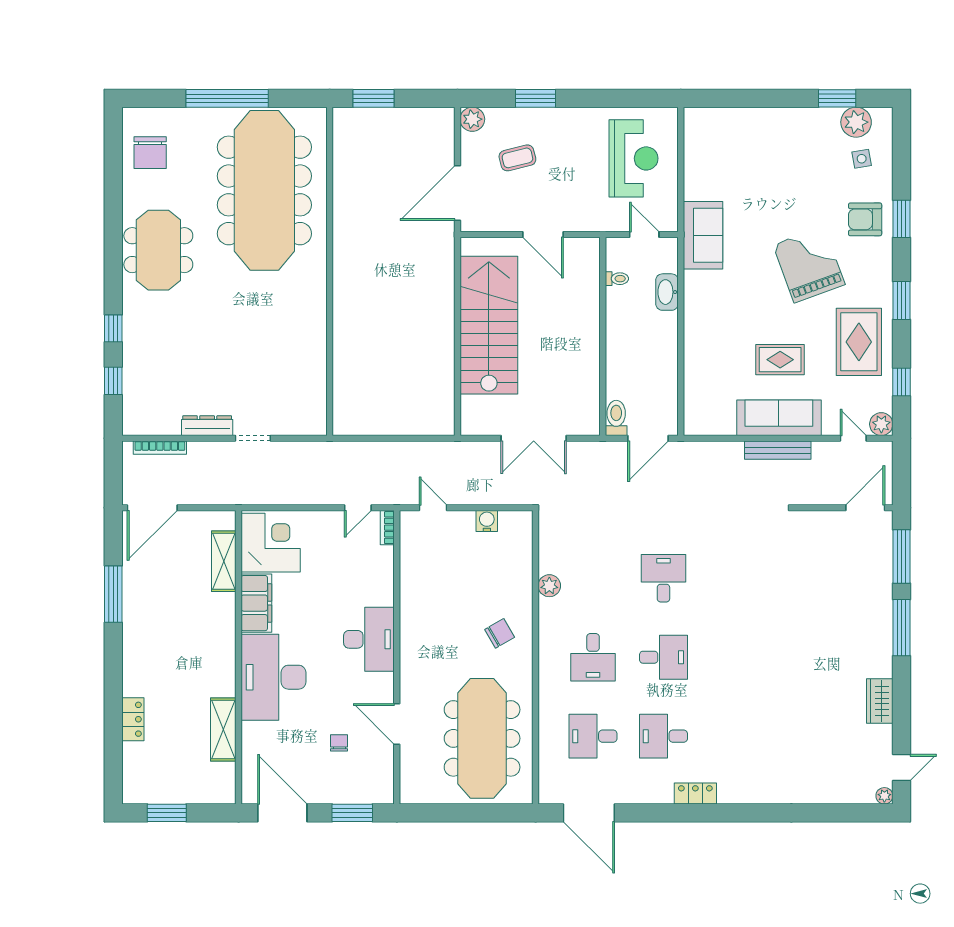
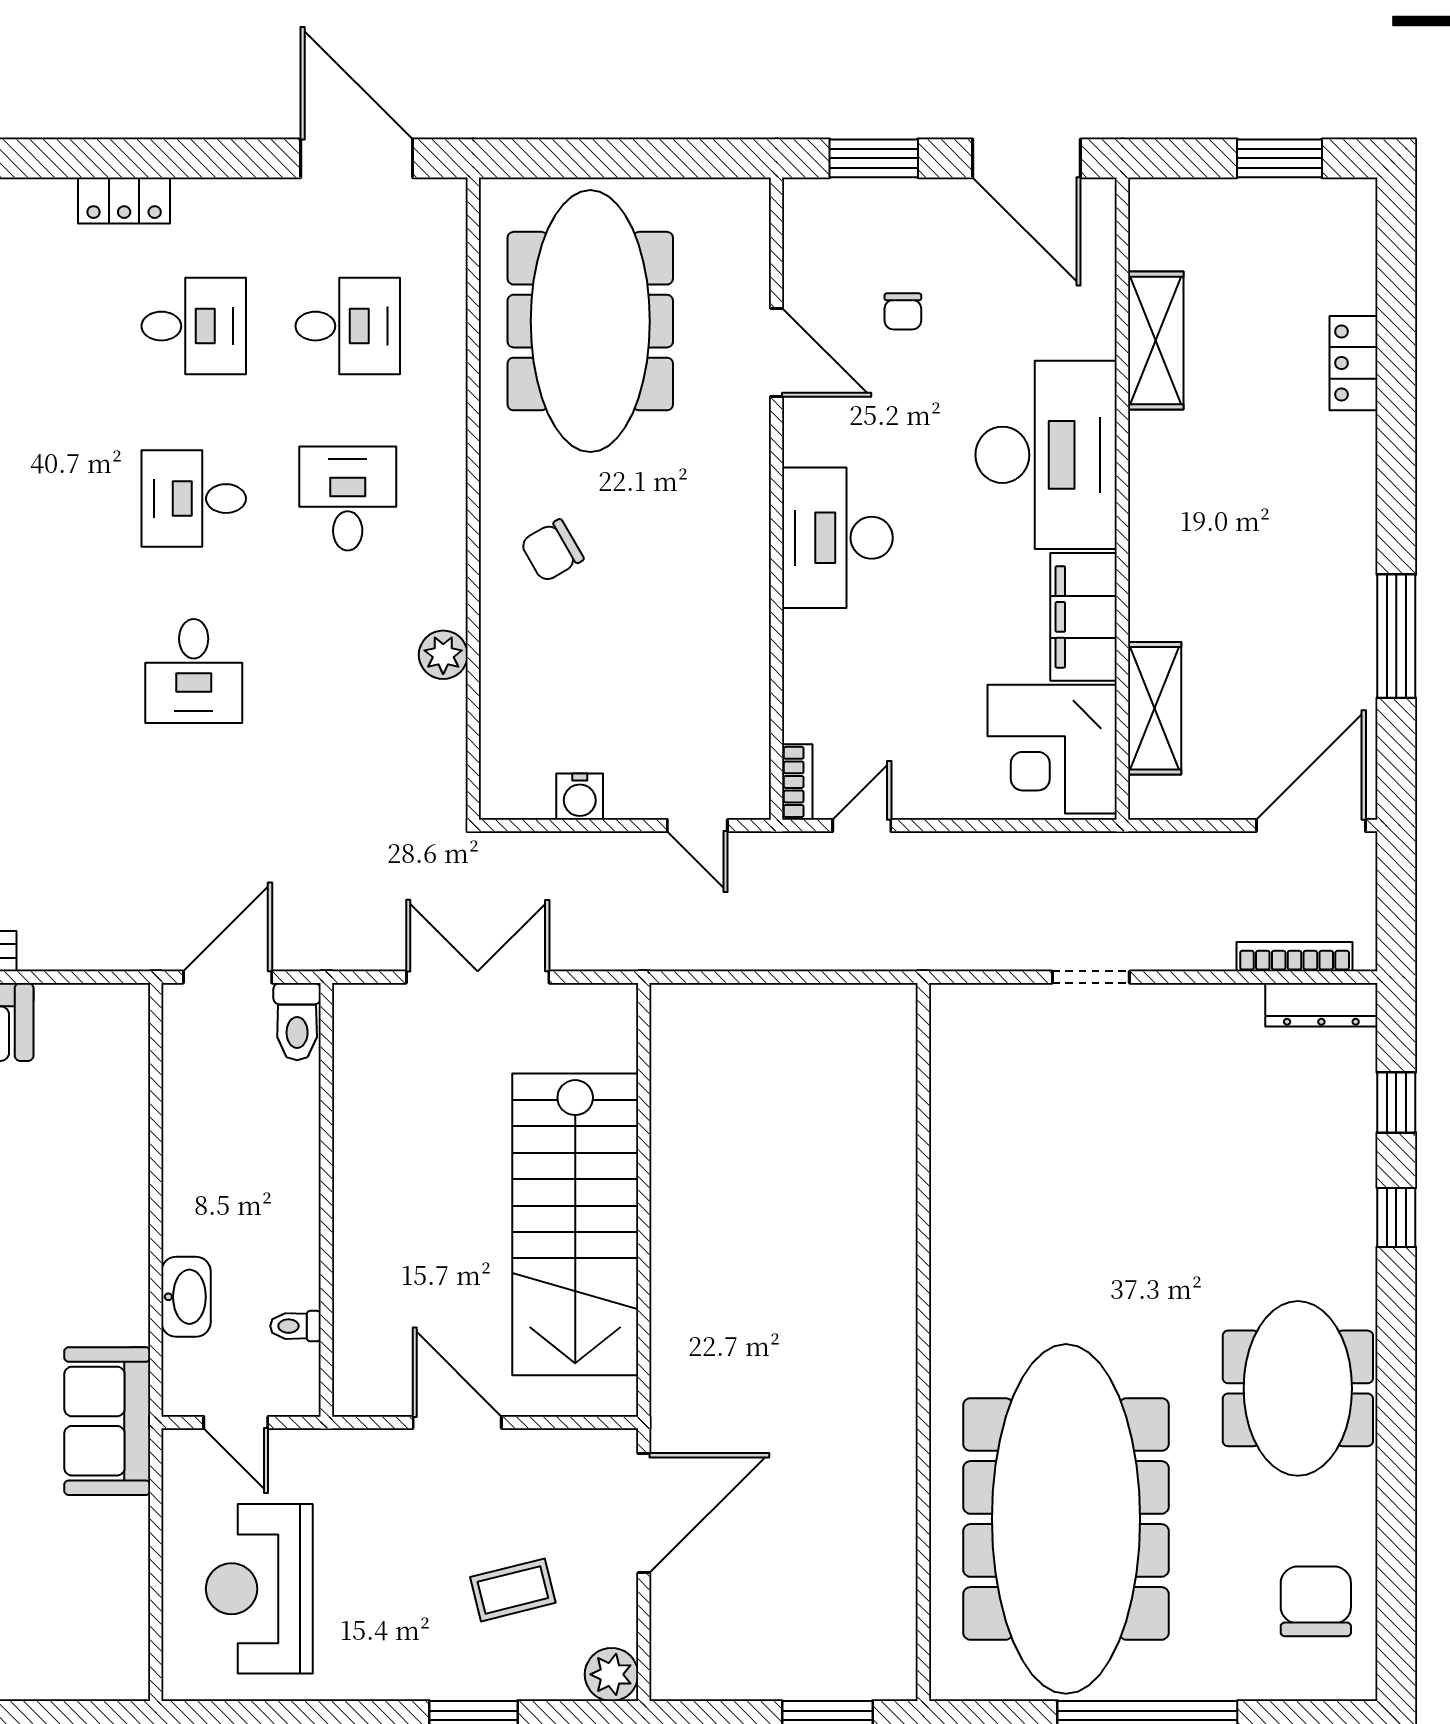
dresser: (207, 426) -> (1321, 1005), moved

